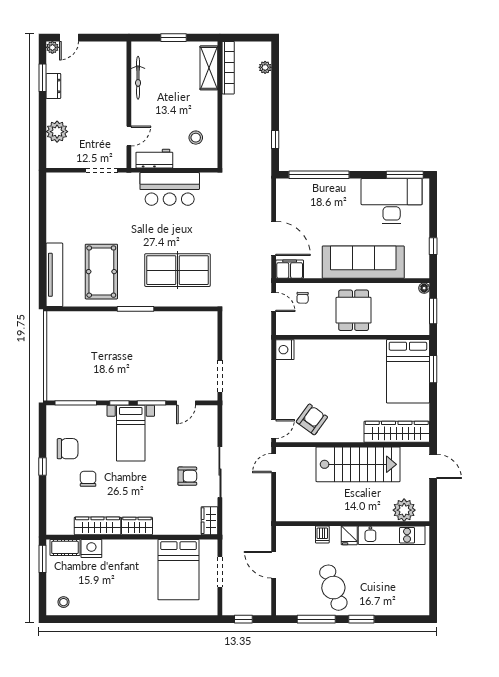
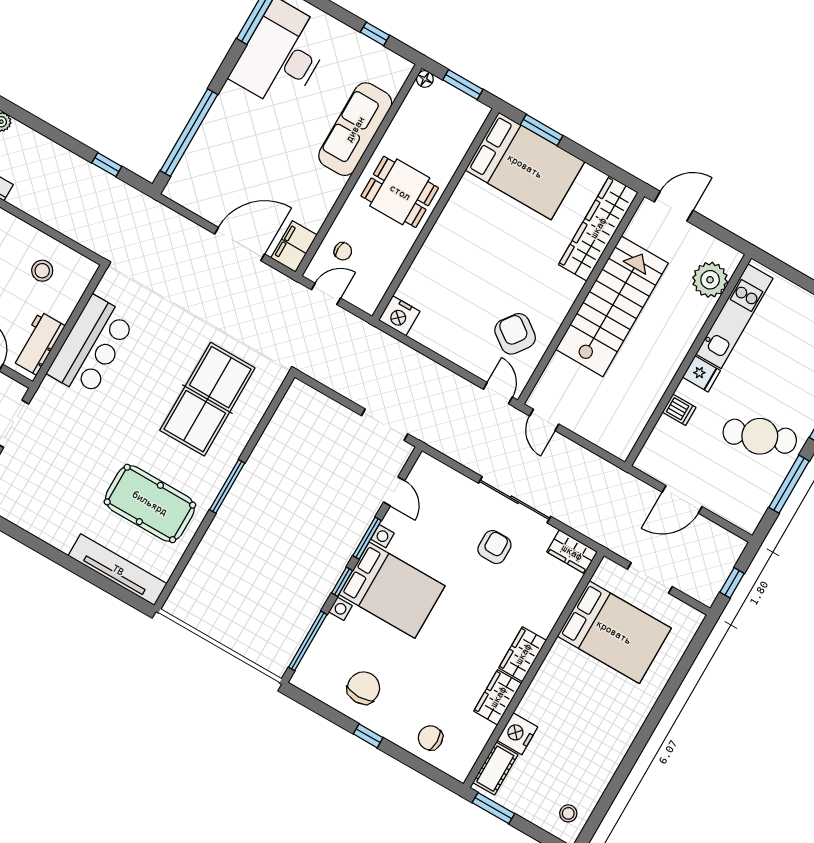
sofa: (363, 262) -> (355, 129), width x0.74, depth x0.79
bed with nightstands: (131, 433) -> (392, 590), width x1.36
chair: (88, 479) -> (430, 738), moved
wardrobe: (97, 526) -> (498, 697), width x0.67

